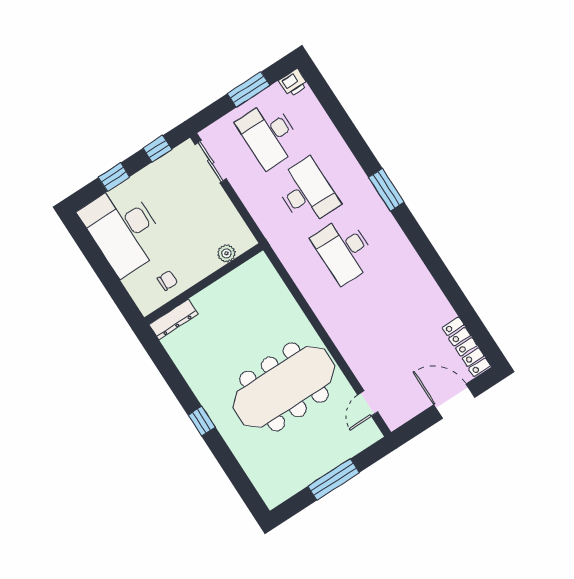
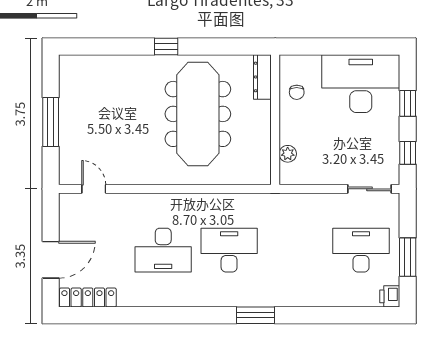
desk: (307, 192) -> (163, 250), moved
meeting table: (284, 387) -> (198, 114), moved

